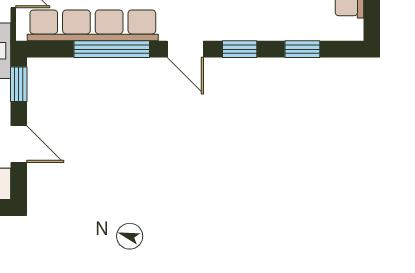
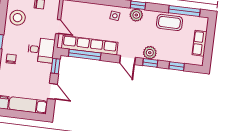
plant: (236, 25) -> (150, 53), added
window: (112, 49) -> (85, 55), moved

